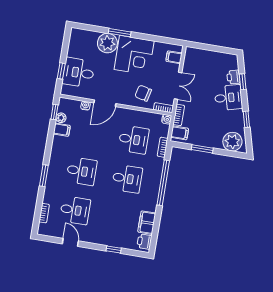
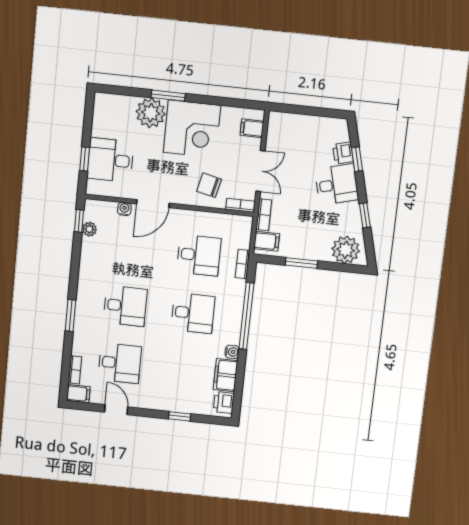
water cooler: (167, 119) -> (232, 352), moved
filing cabinet: (62, 130) -> (78, 394), moved

